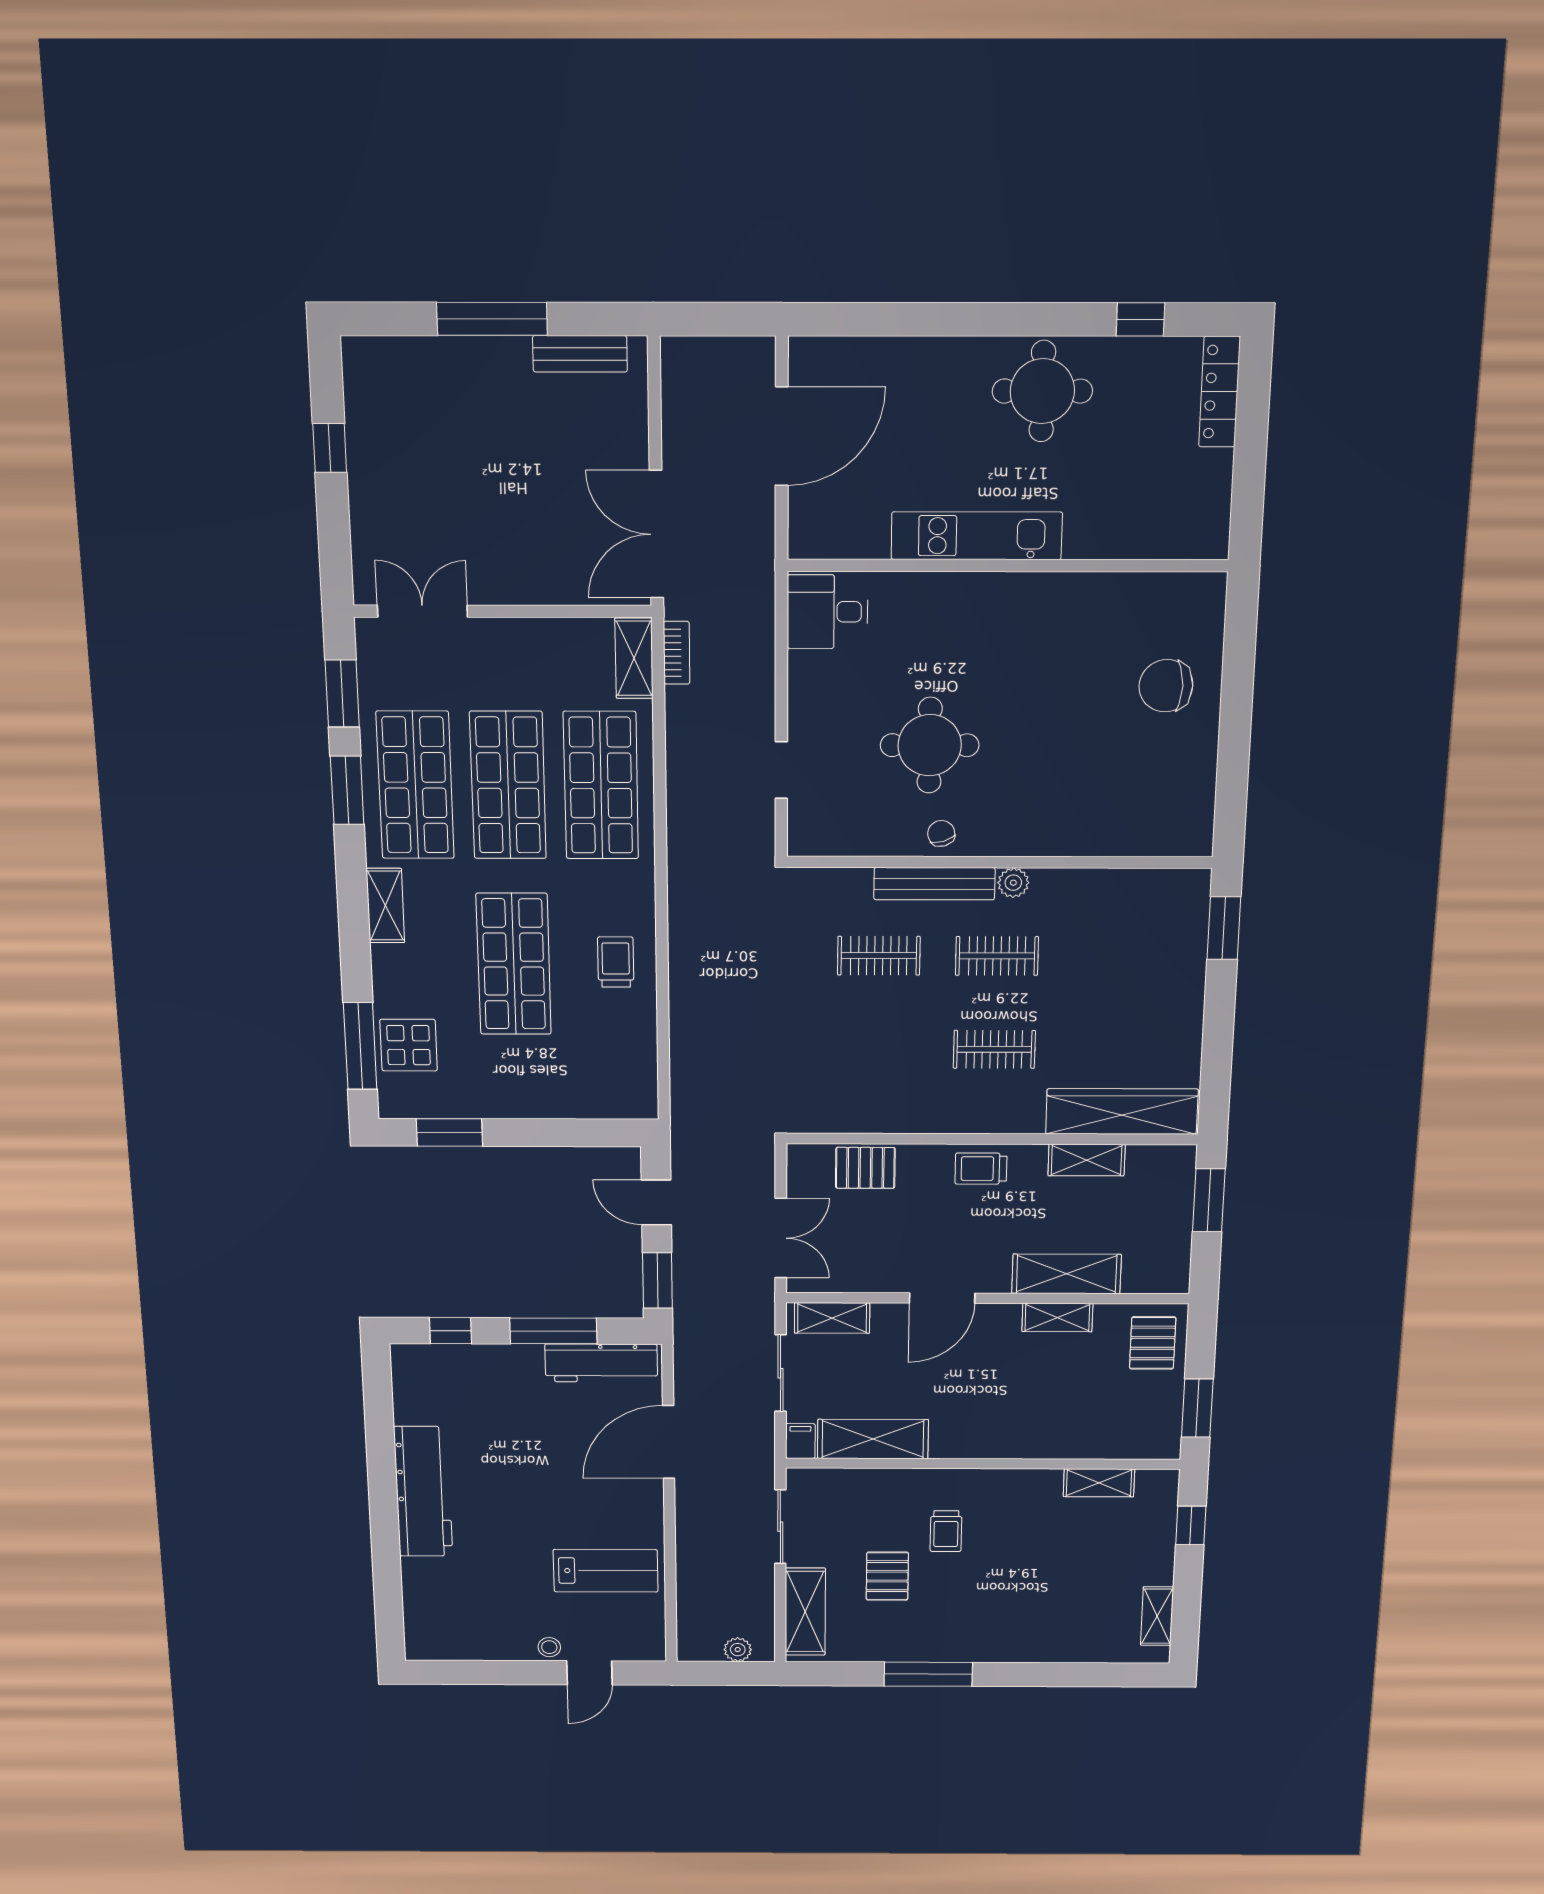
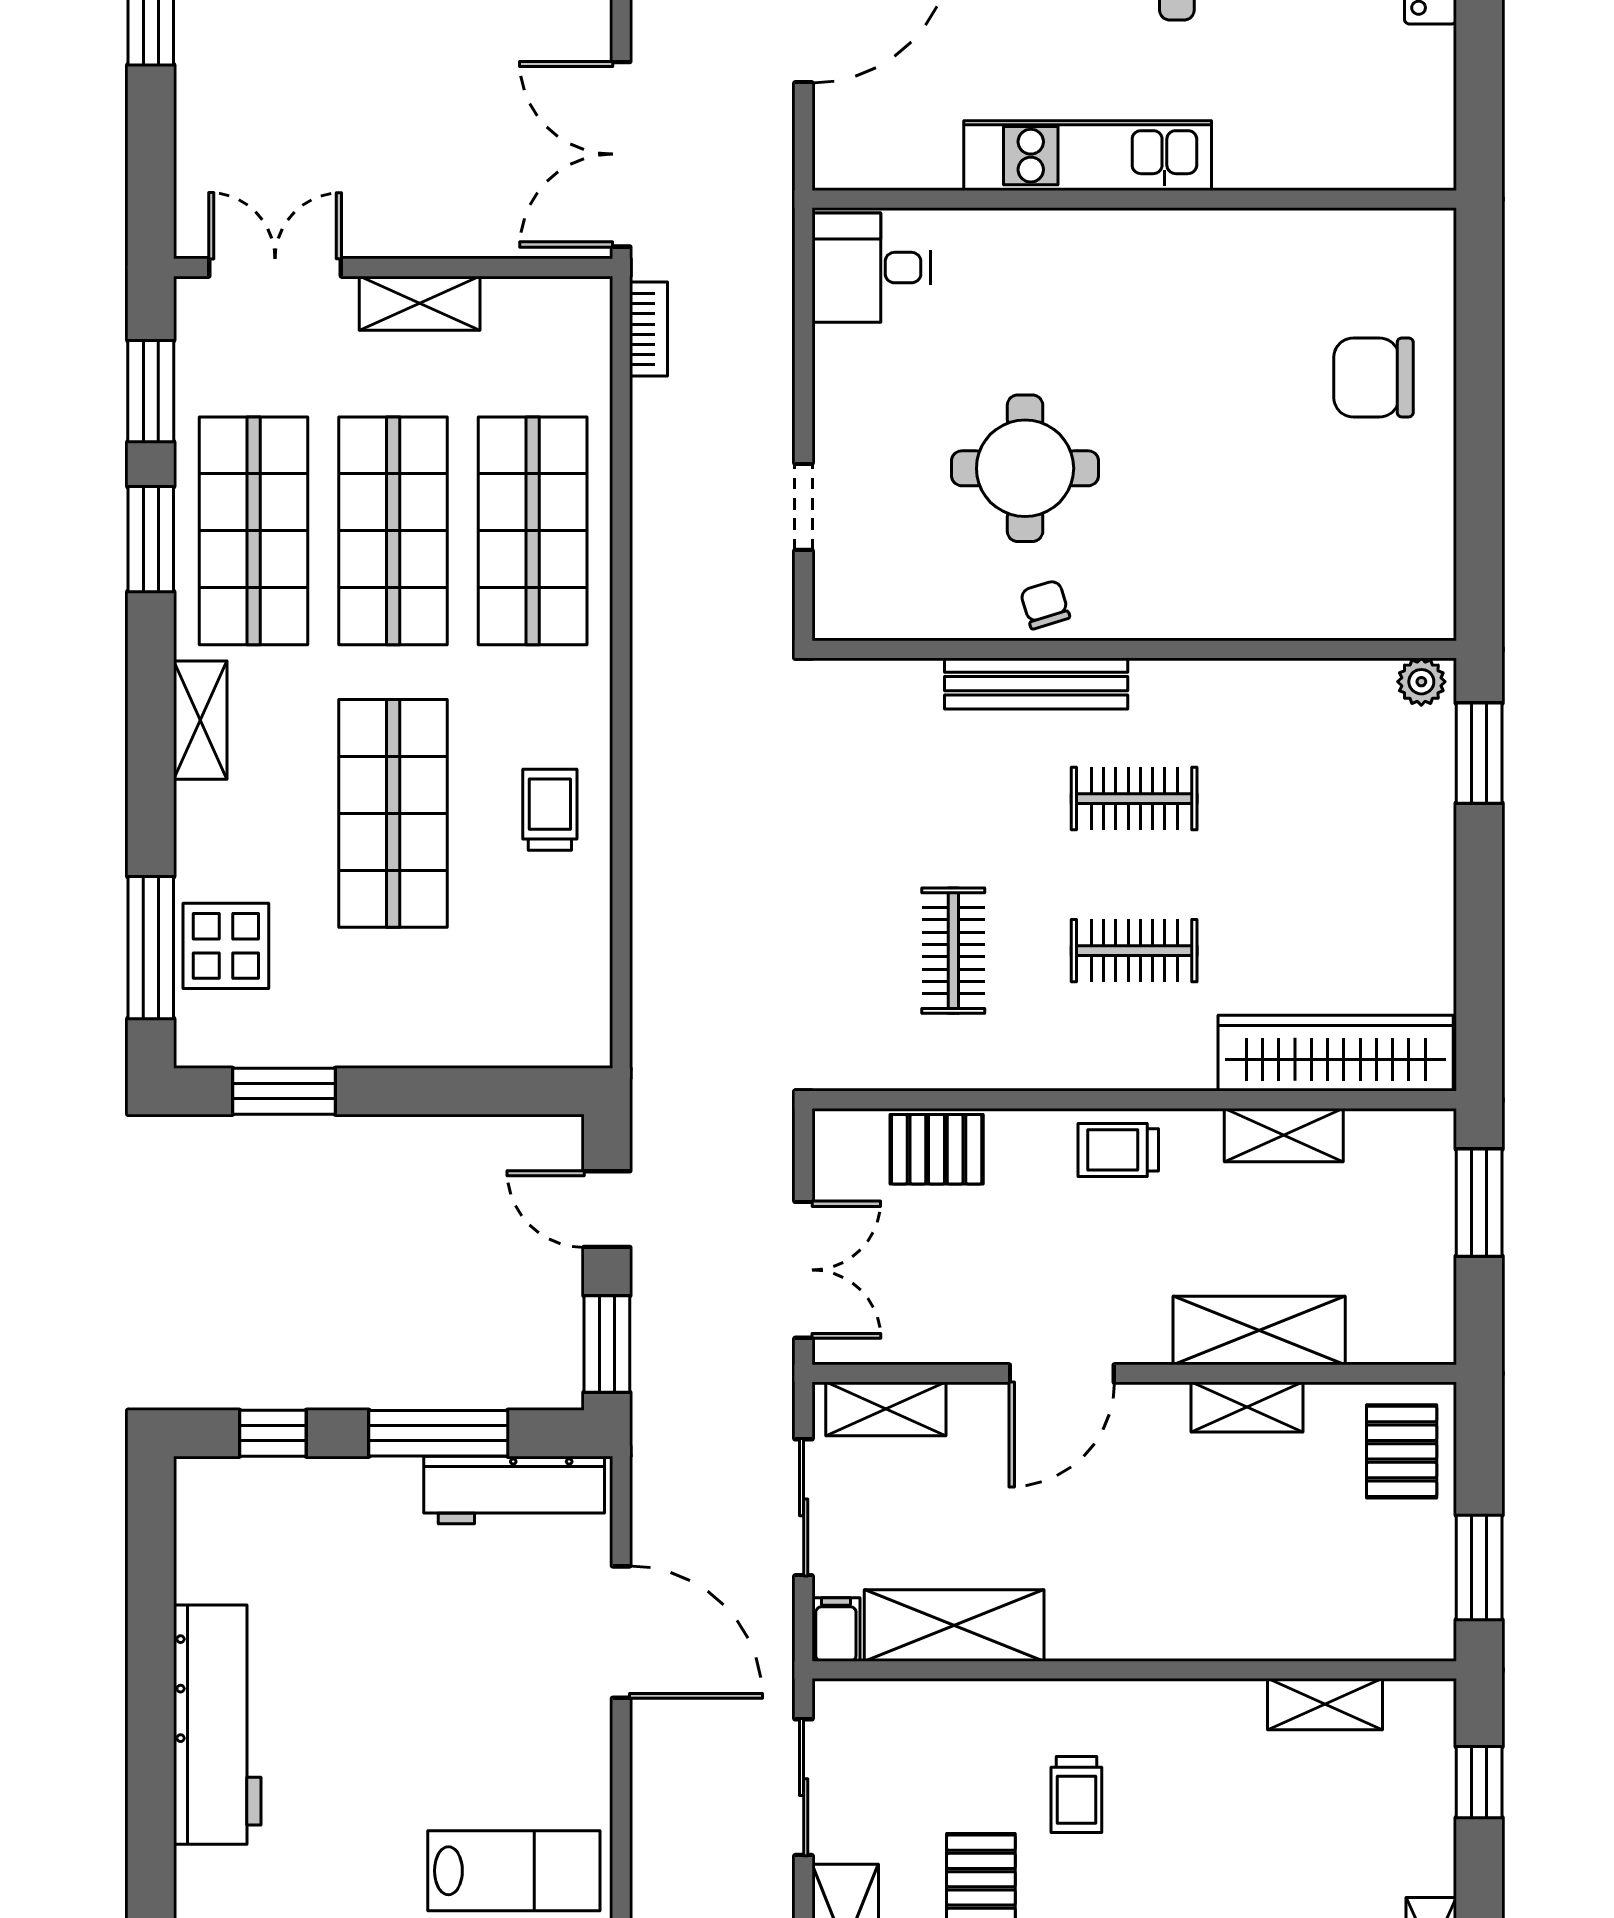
shelving: (634, 658) -> (420, 303), moved, turned 90
plant: (1013, 883) -> (1421, 682), moved
clothes rail: (879, 956) -> (953, 951), moved, turned 90
door: (669, 1442) -> (621, 1632), swing flipped

